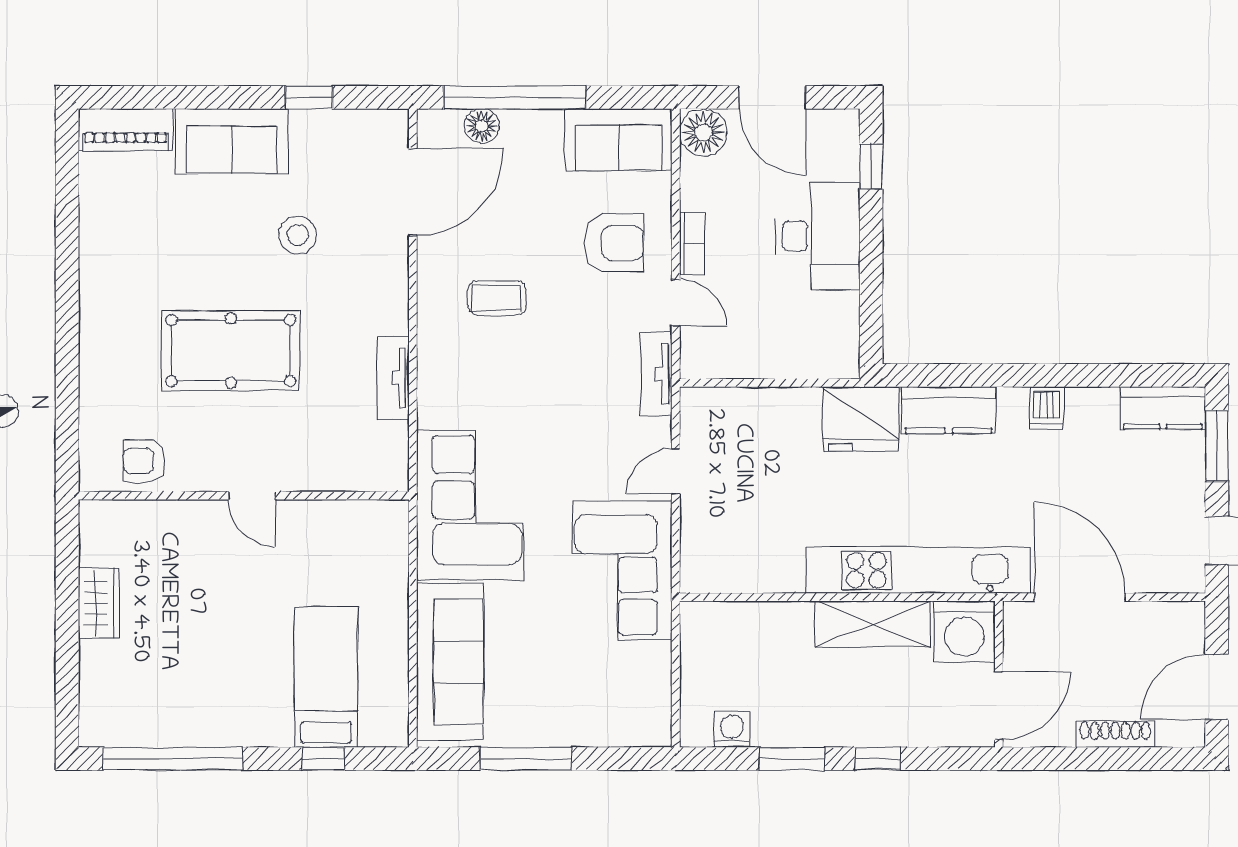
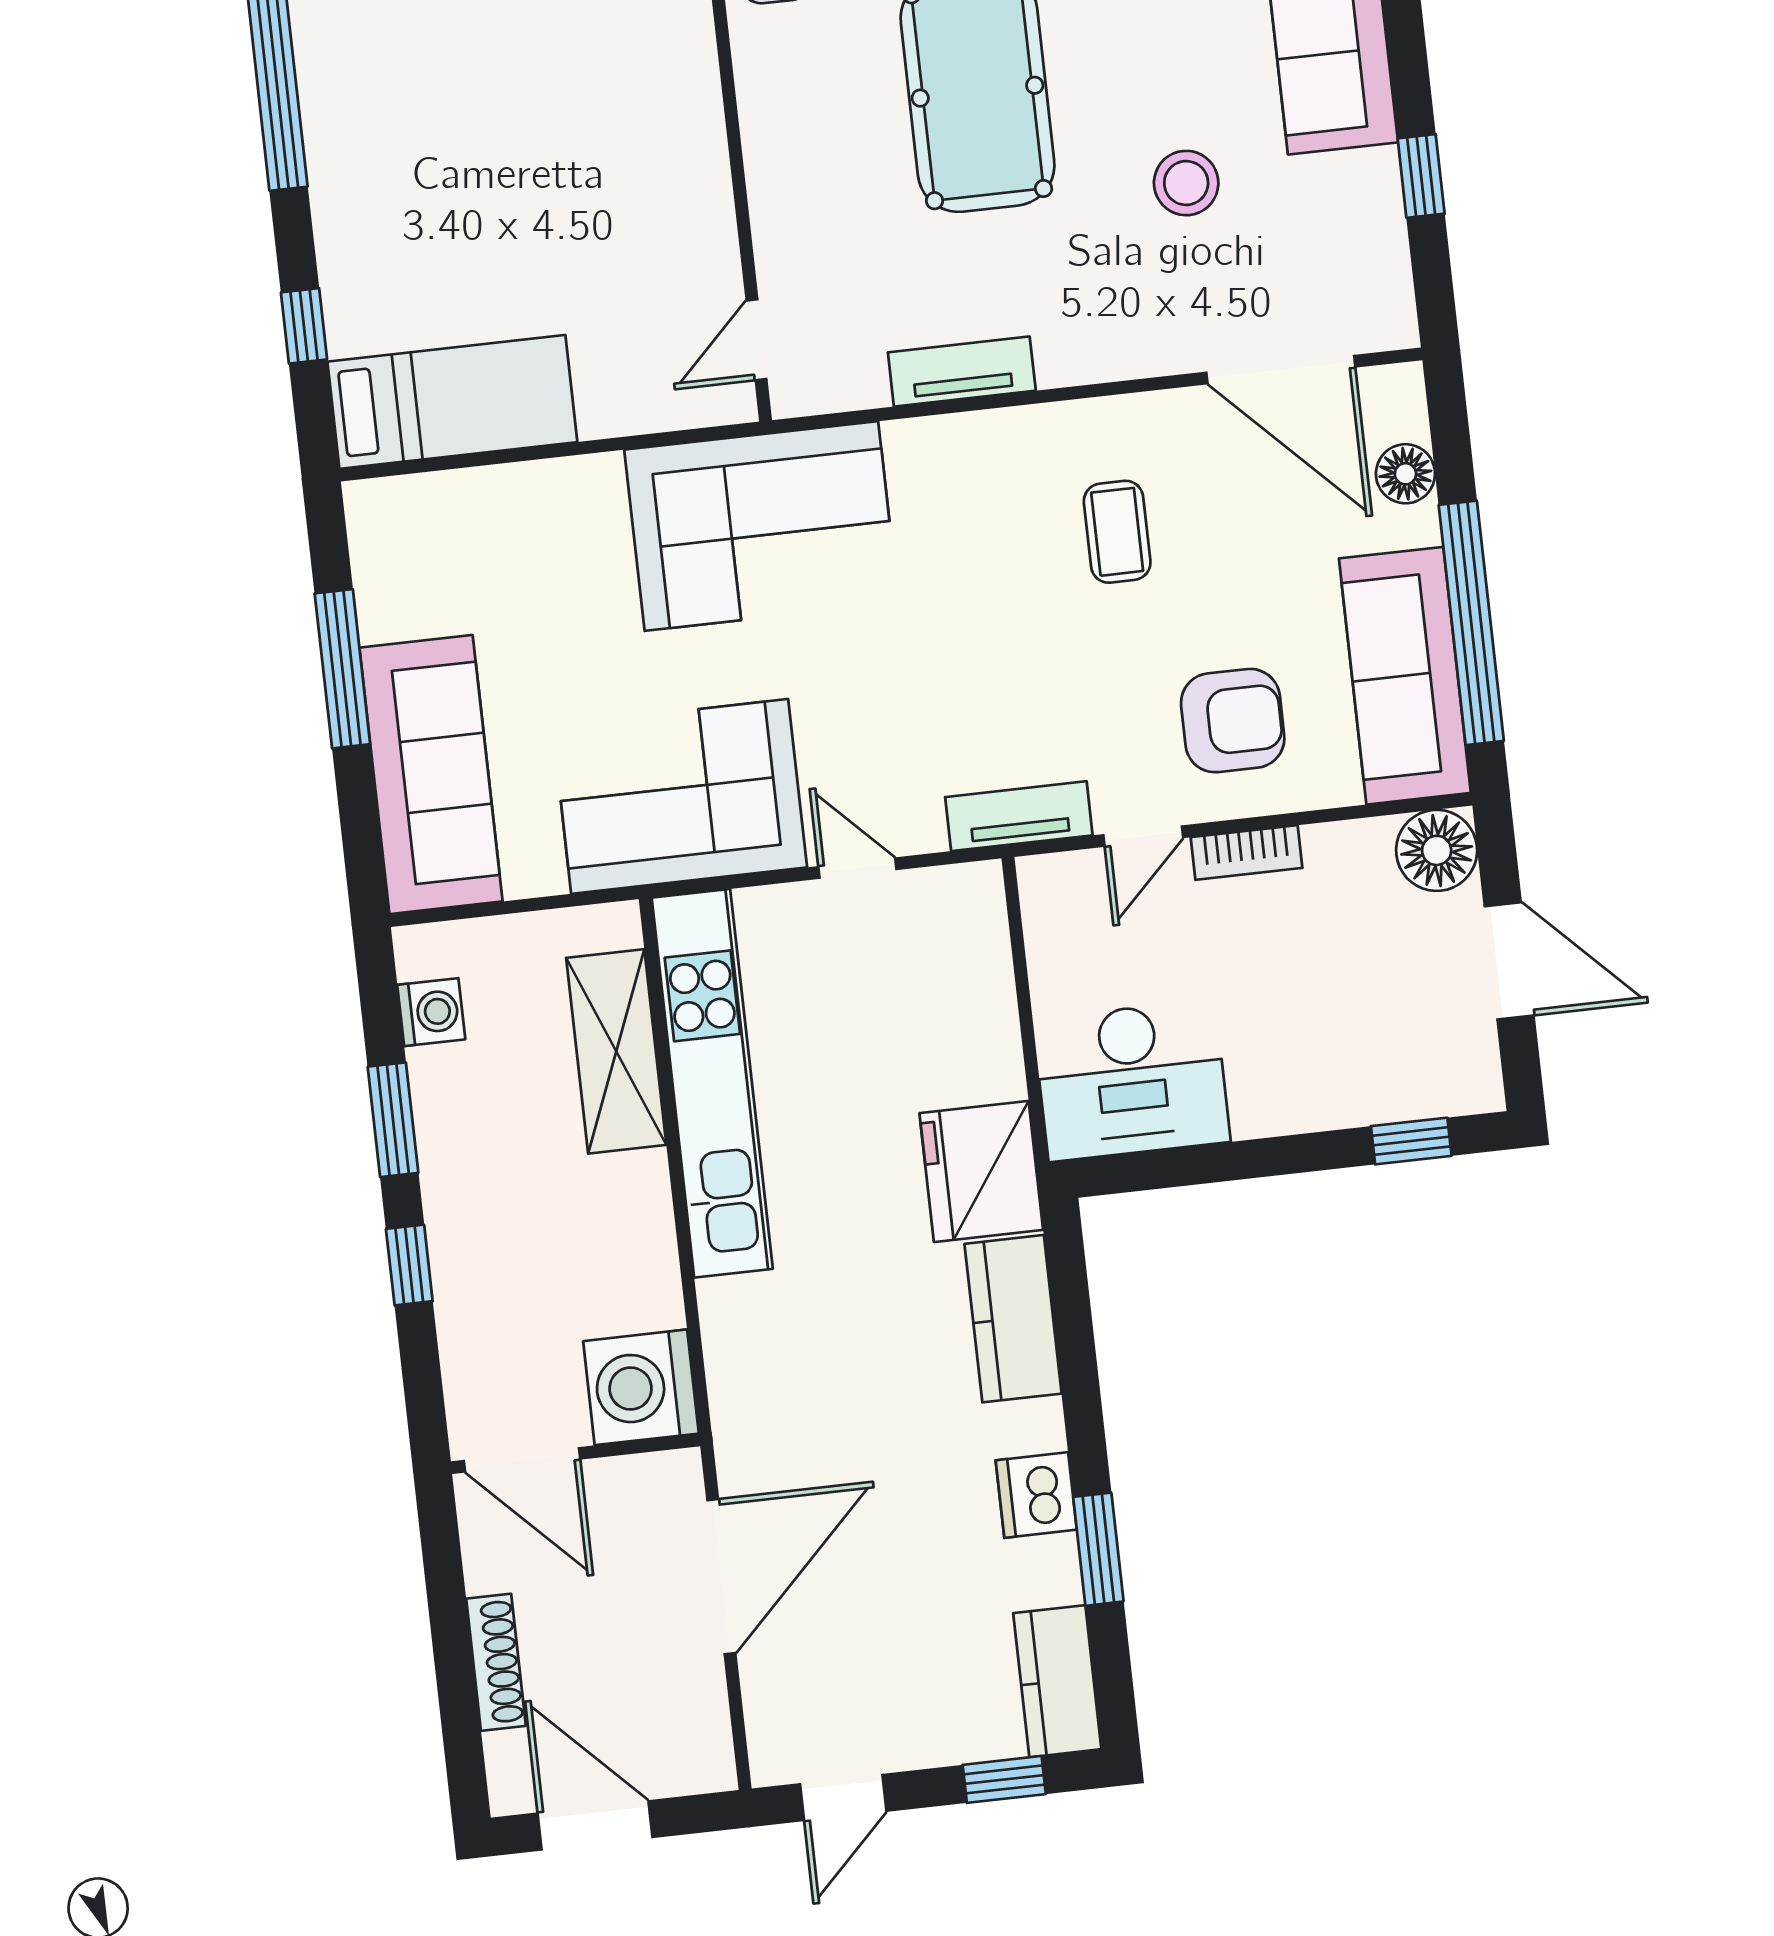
window: (515, 97) -> (1471, 623), moved
door: (772, 97) -> (1509, 961), swing flipped
sofa: (619, 140) -> (1405, 676), width x1.36
desk: (818, 236) -> (1132, 1081), moved
armchair: (614, 243) -> (1233, 721), turned -90
window: (1089, 375) -> (1098, 1549), added
dishwasher: (1047, 408) -> (1036, 1495), width x1.38
window: (1217, 445) -> (1004, 1779), width x0.67
door: (252, 496) -> (757, 340), moved
kitchen unit: (918, 570) -> (712, 1083), moved
shelving: (873, 624) -> (616, 1051), moved
sofa: (450, 662) -> (431, 775), moved, turned -90
bed: (326, 677) -> (452, 402), moved

